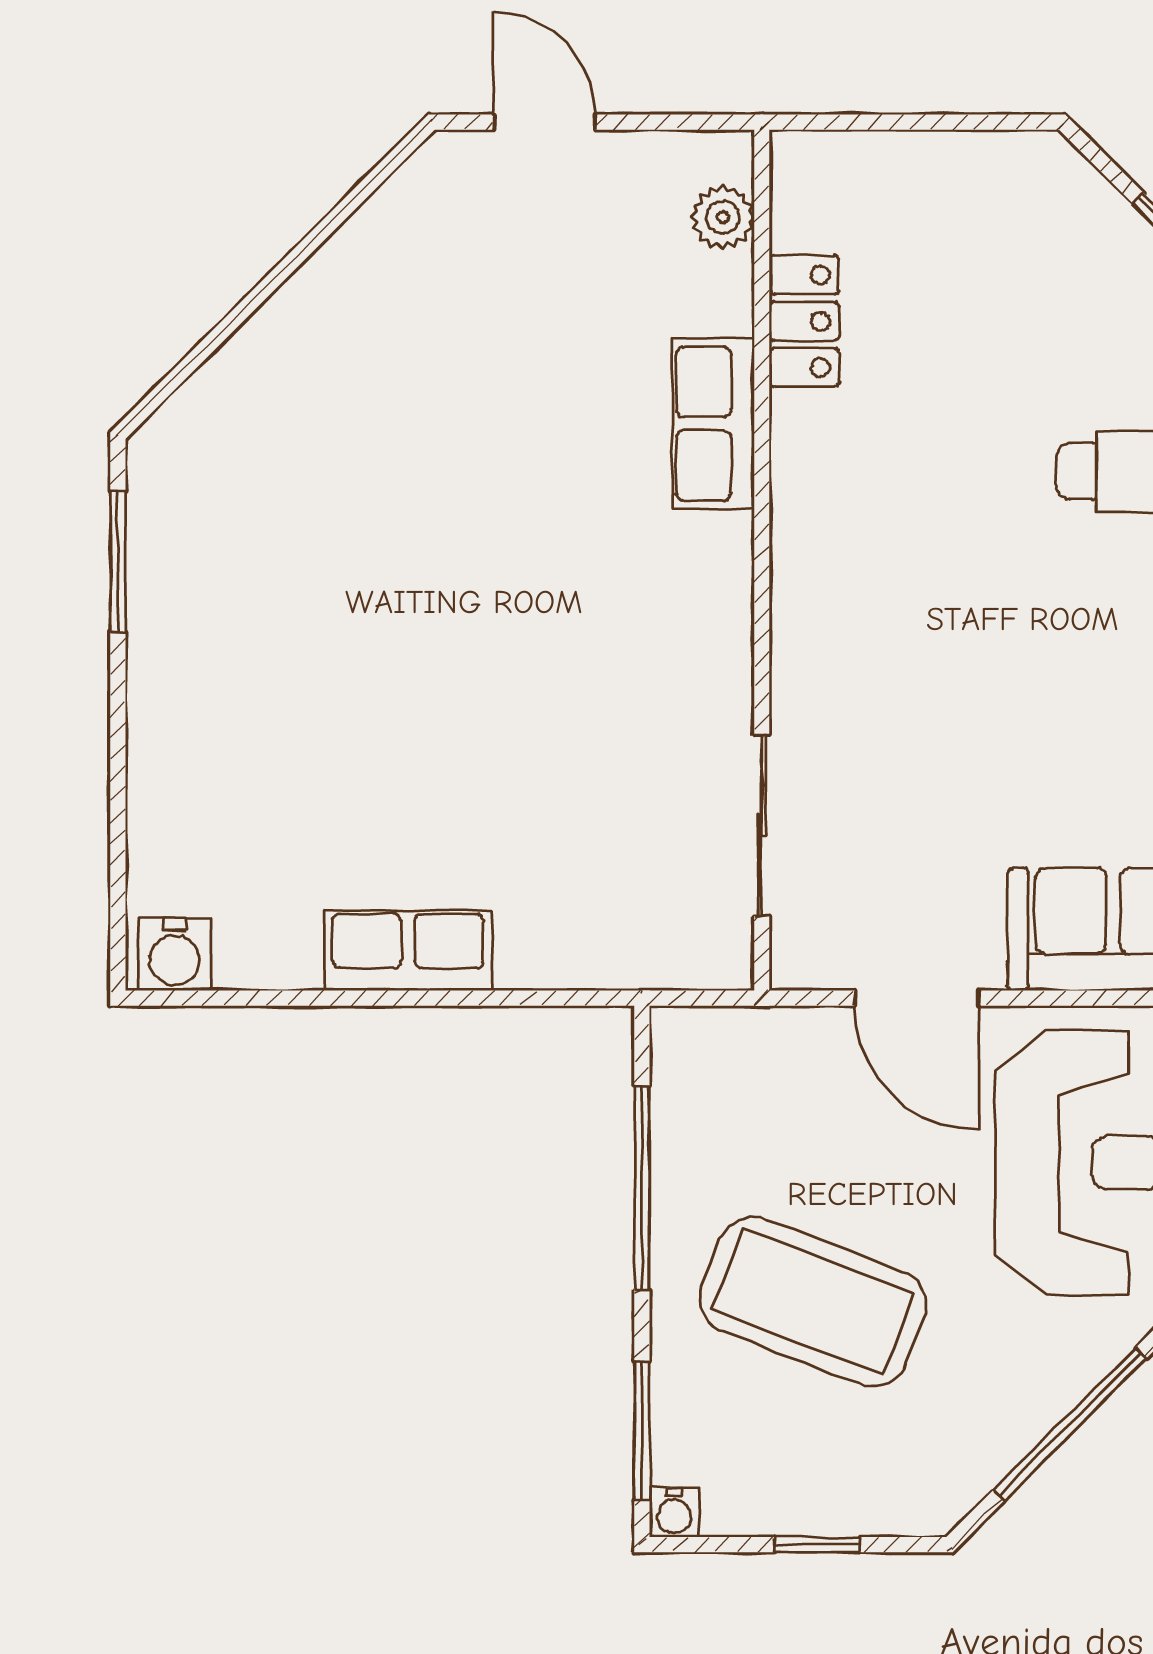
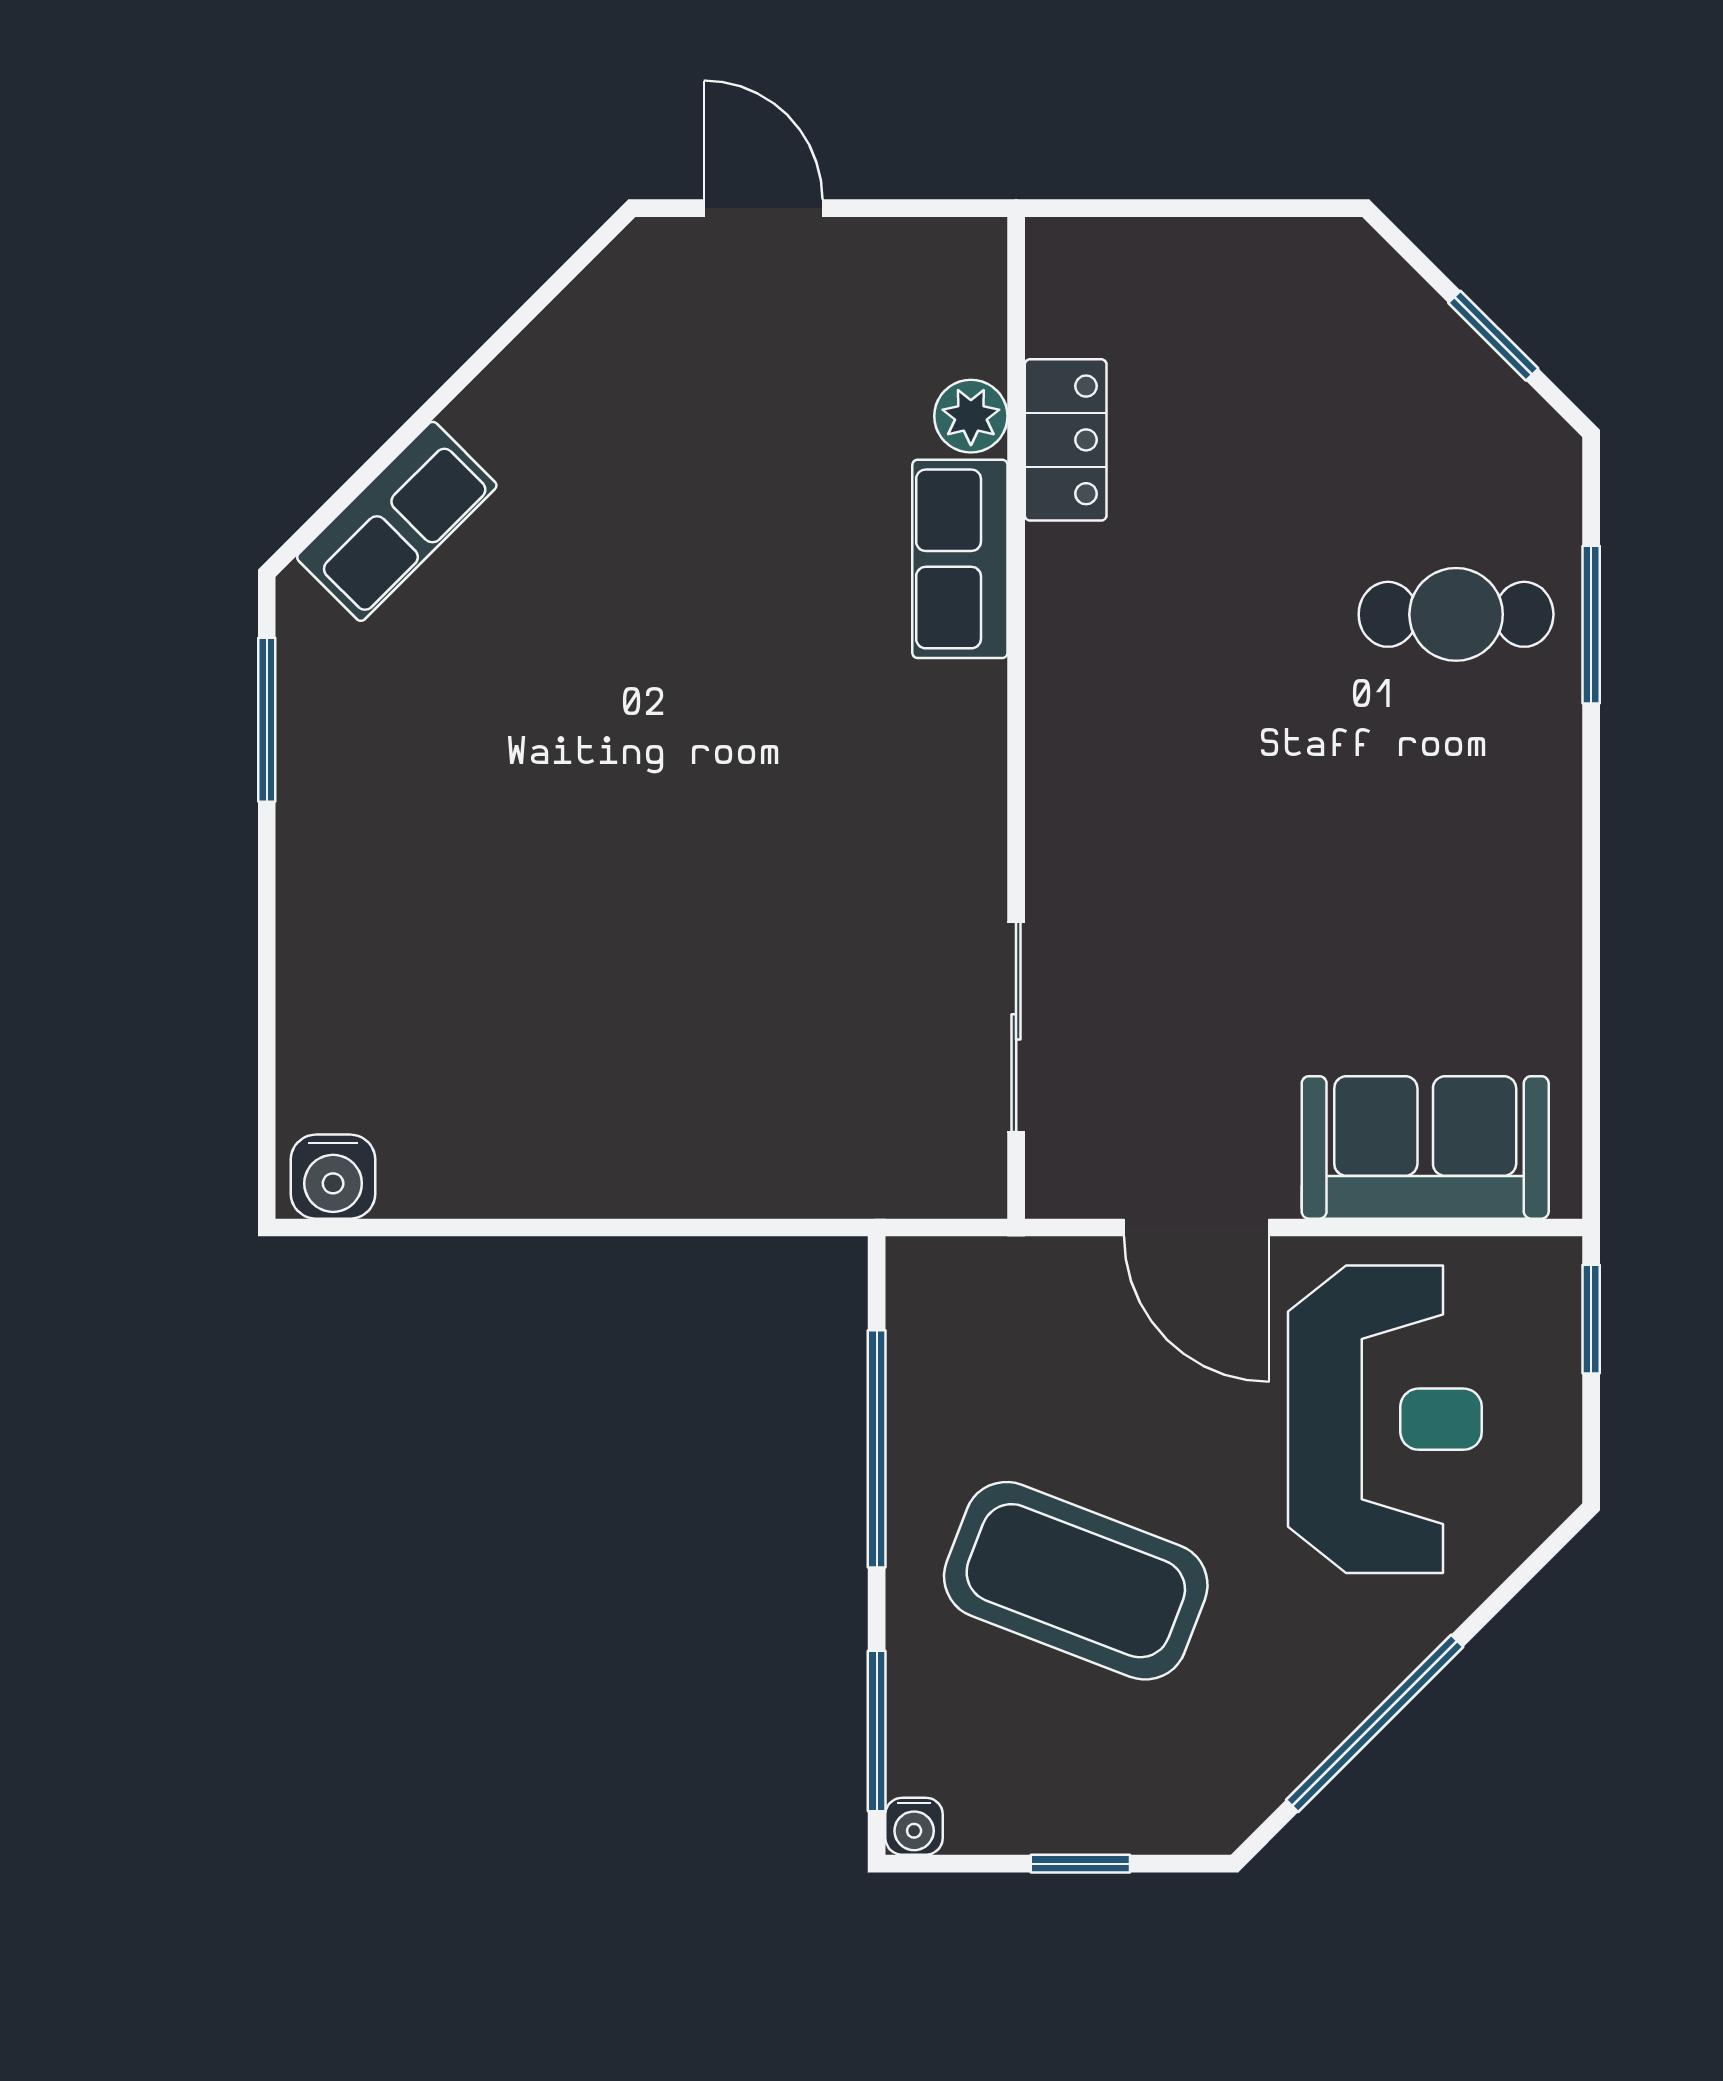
plant: (723, 217) -> (971, 416), moved
row of seats: (408, 951) -> (397, 521), moved, turned 135

